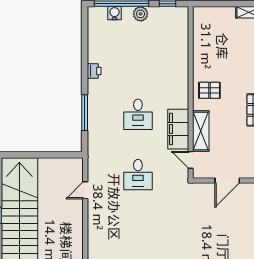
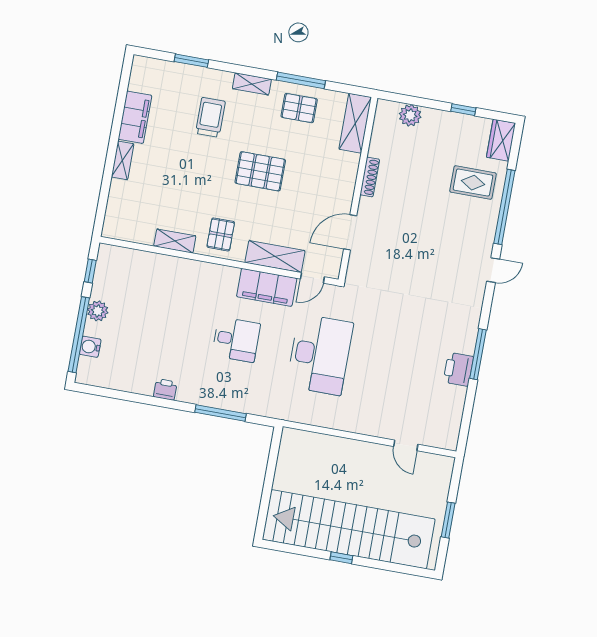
shelving: (199, 59) -> (175, 241), added
desk: (138, 175) -> (320, 355), width x1.87, depth x1.30
door: (227, 180) -> (350, 232), swing flipped
door: (85, 190) -> (406, 445), moved

